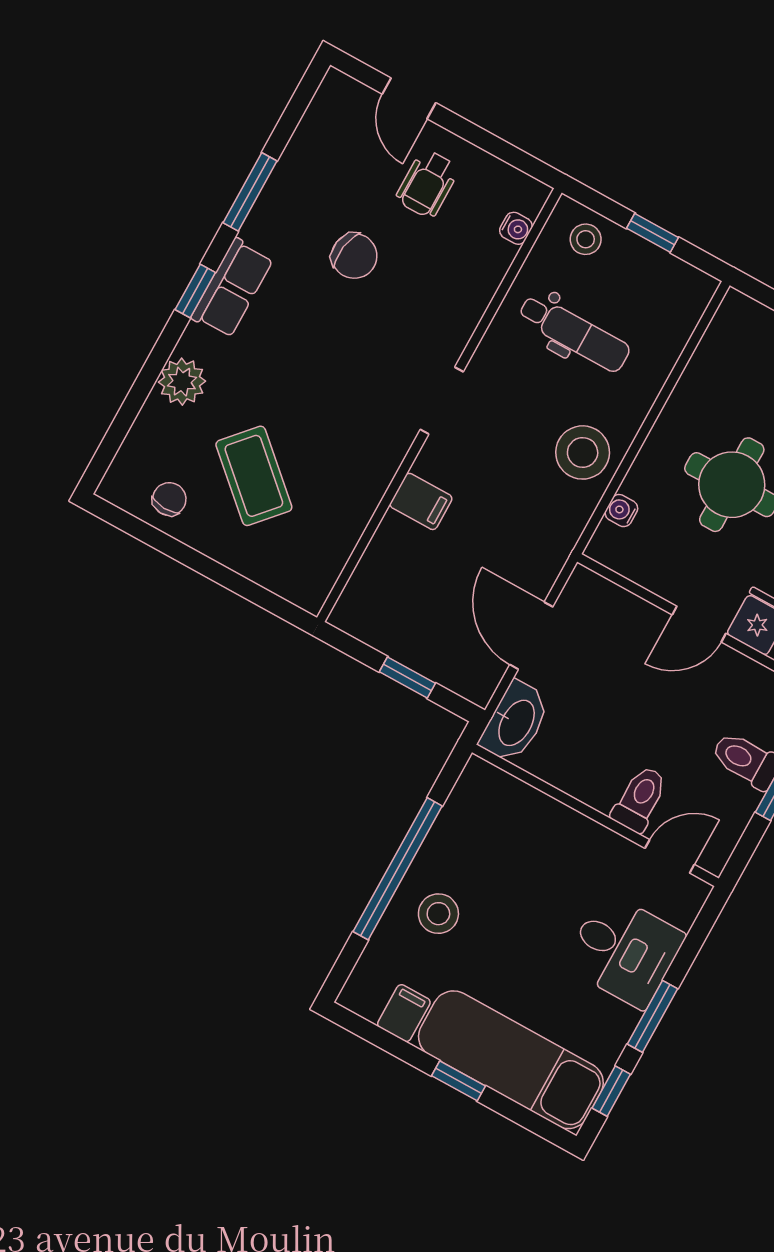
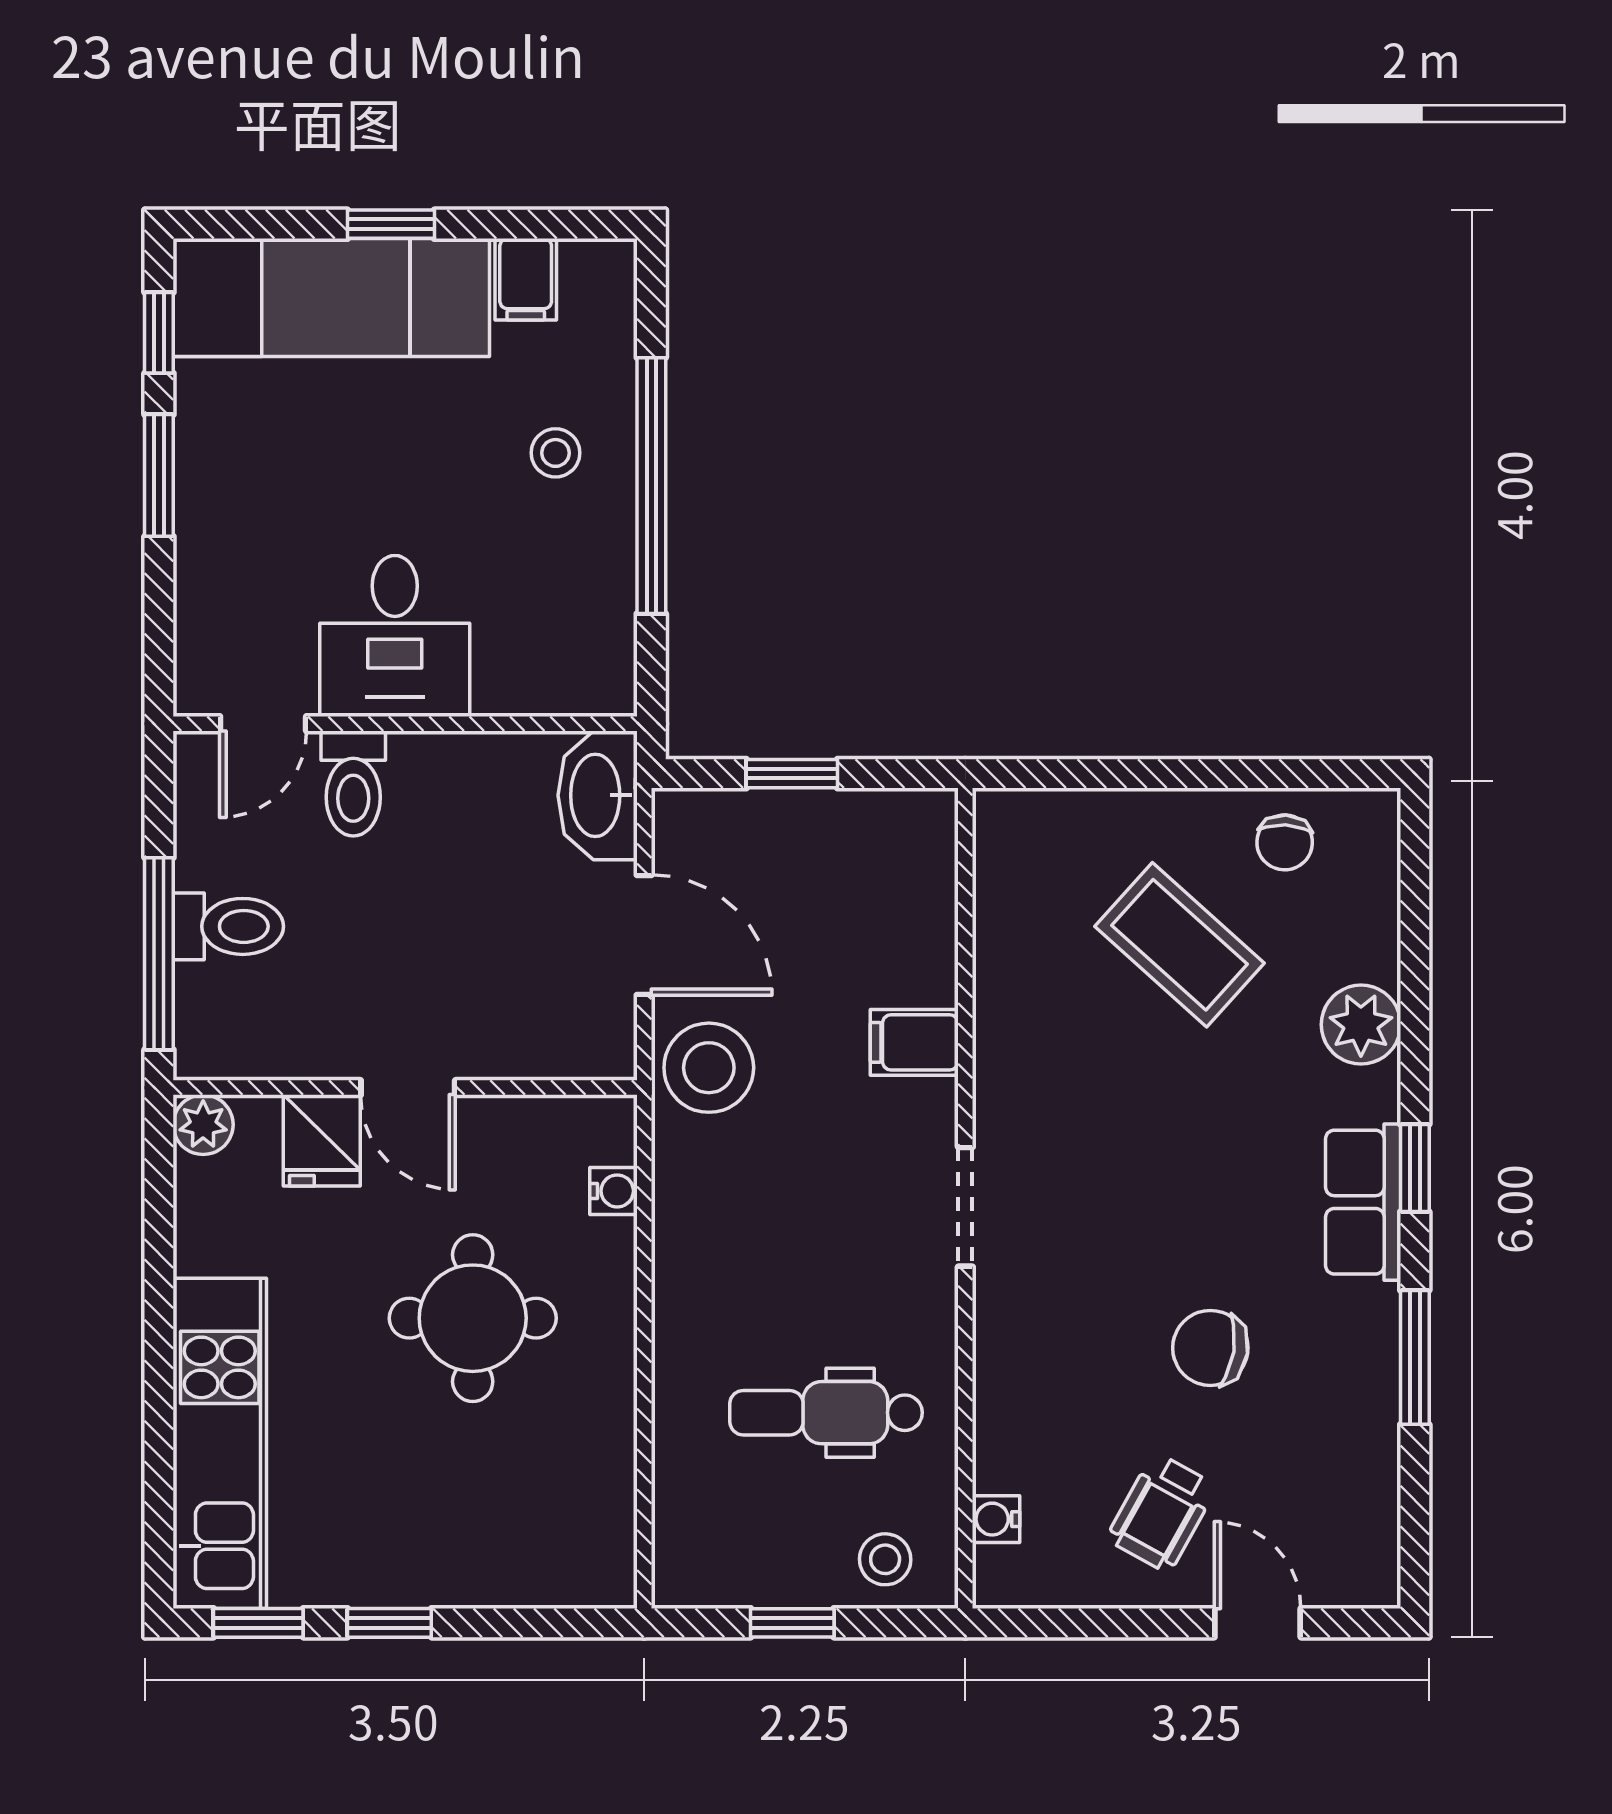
wheelchair: (427, 184) -> (1162, 1513), turned -151
stool: (583, 452) -> (709, 1068), moved
door: (699, 624) -> (408, 1088), swing flipped
stool: (438, 914) -> (555, 453), width x0.73, depth x0.73
desk: (624, 950) -> (395, 636), moved, turned -90

